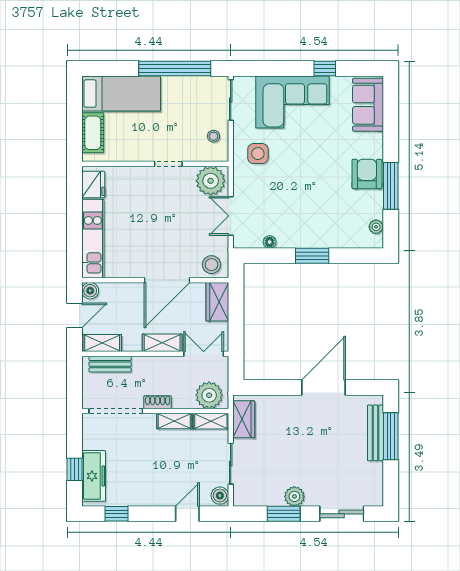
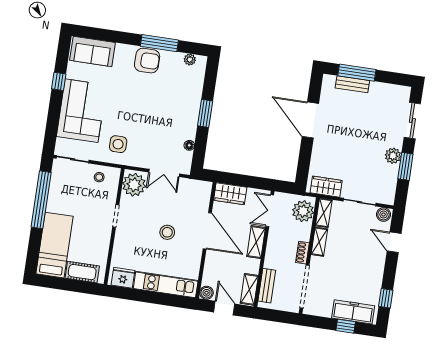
armchair: (367, 174) -> (147, 61), turned 180
stool: (211, 265) -> (167, 232), moved
bench: (376, 433) -> (352, 84), width x0.73

